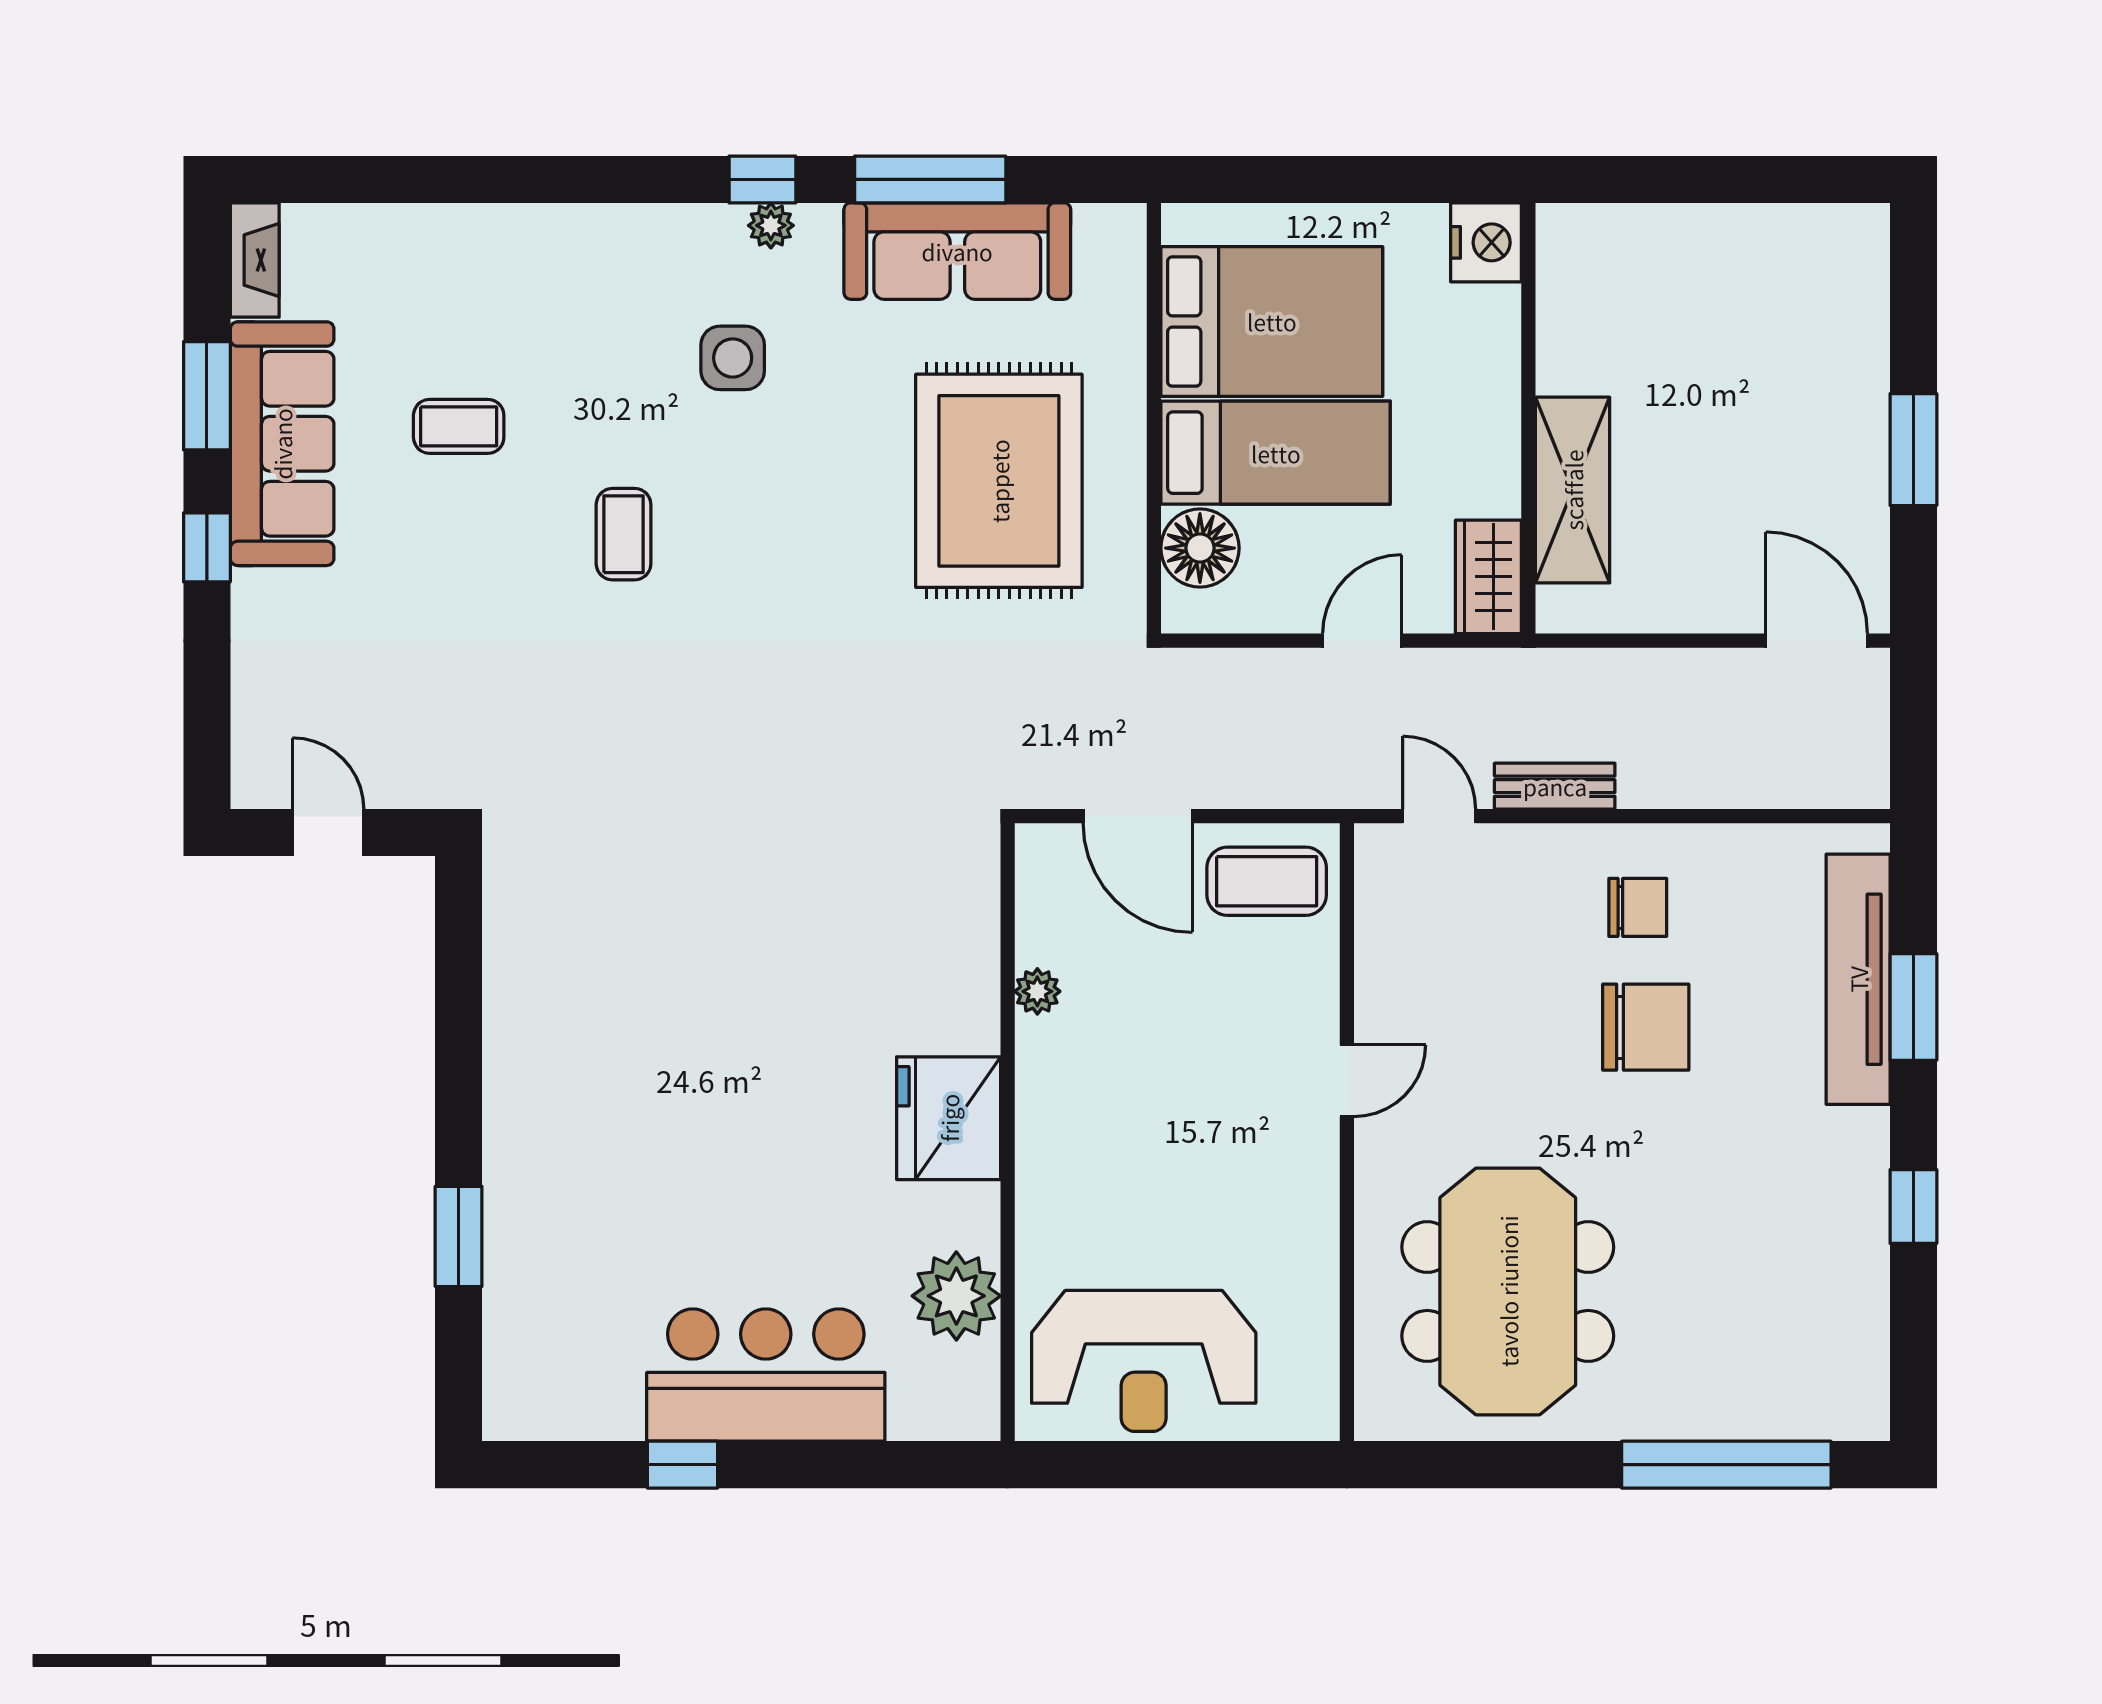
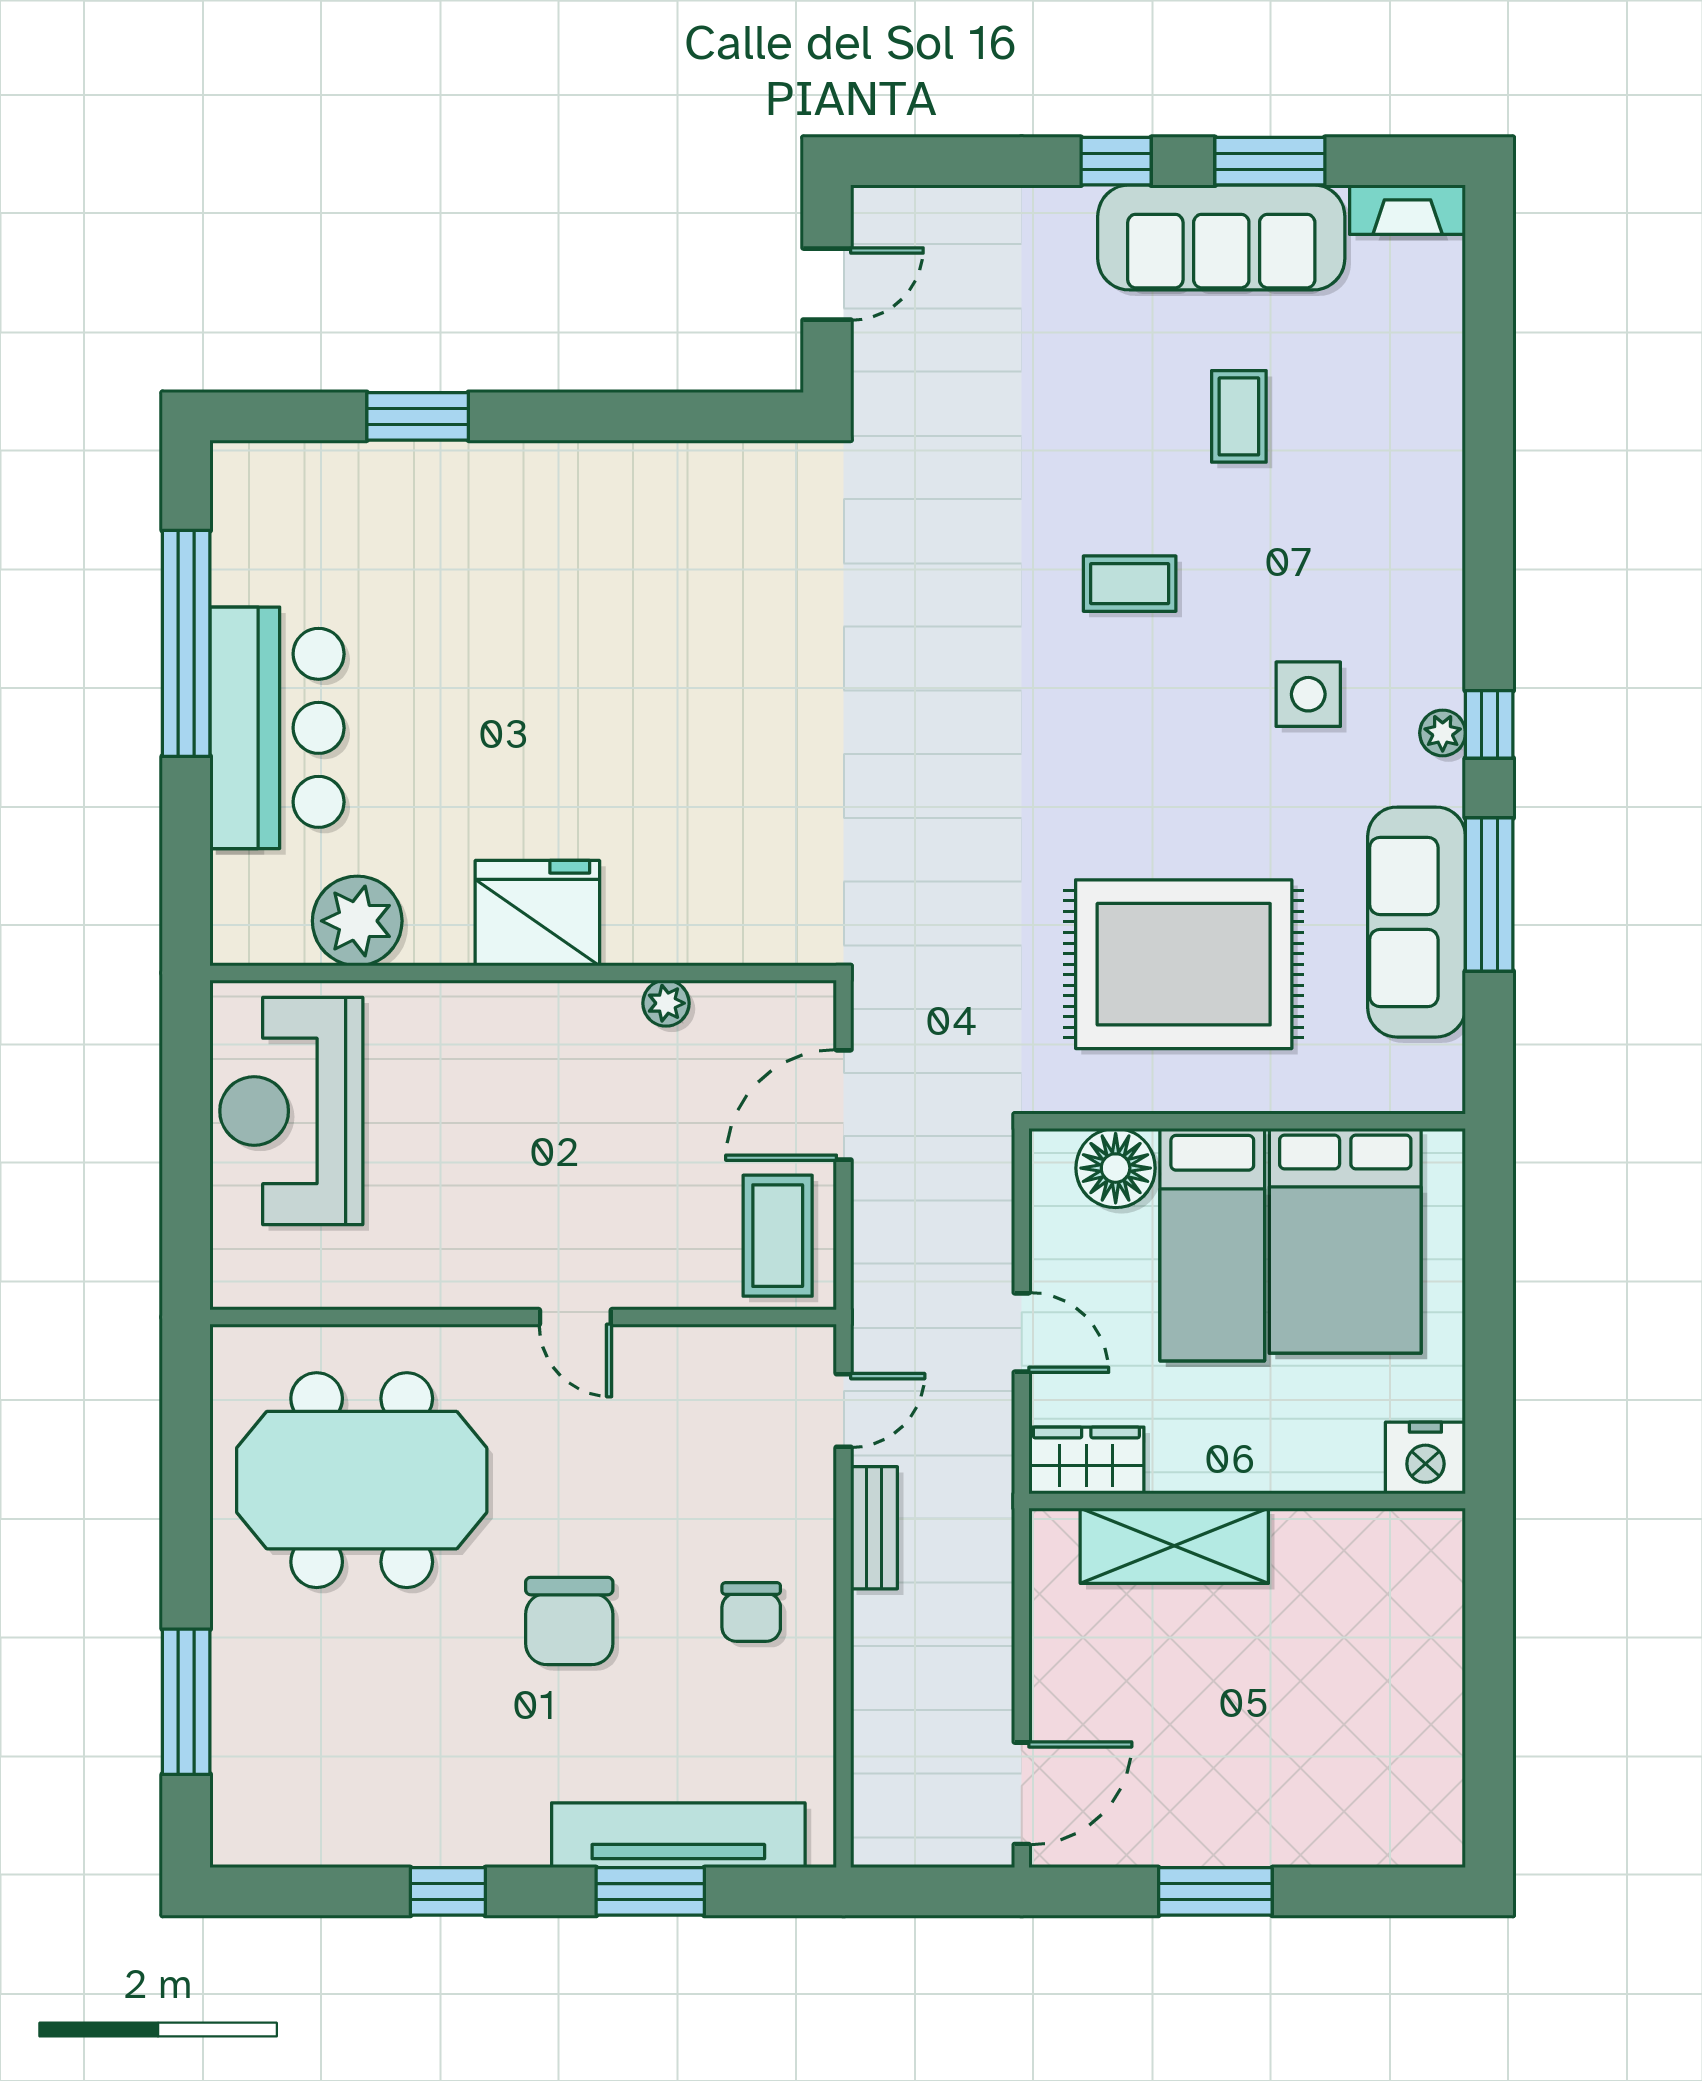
chair: (1646, 1027) -> (569, 1621), moved
window: (683, 1465) -> (186, 643), width x3.17
window: (1726, 1465) -> (186, 1702), width x0.68

